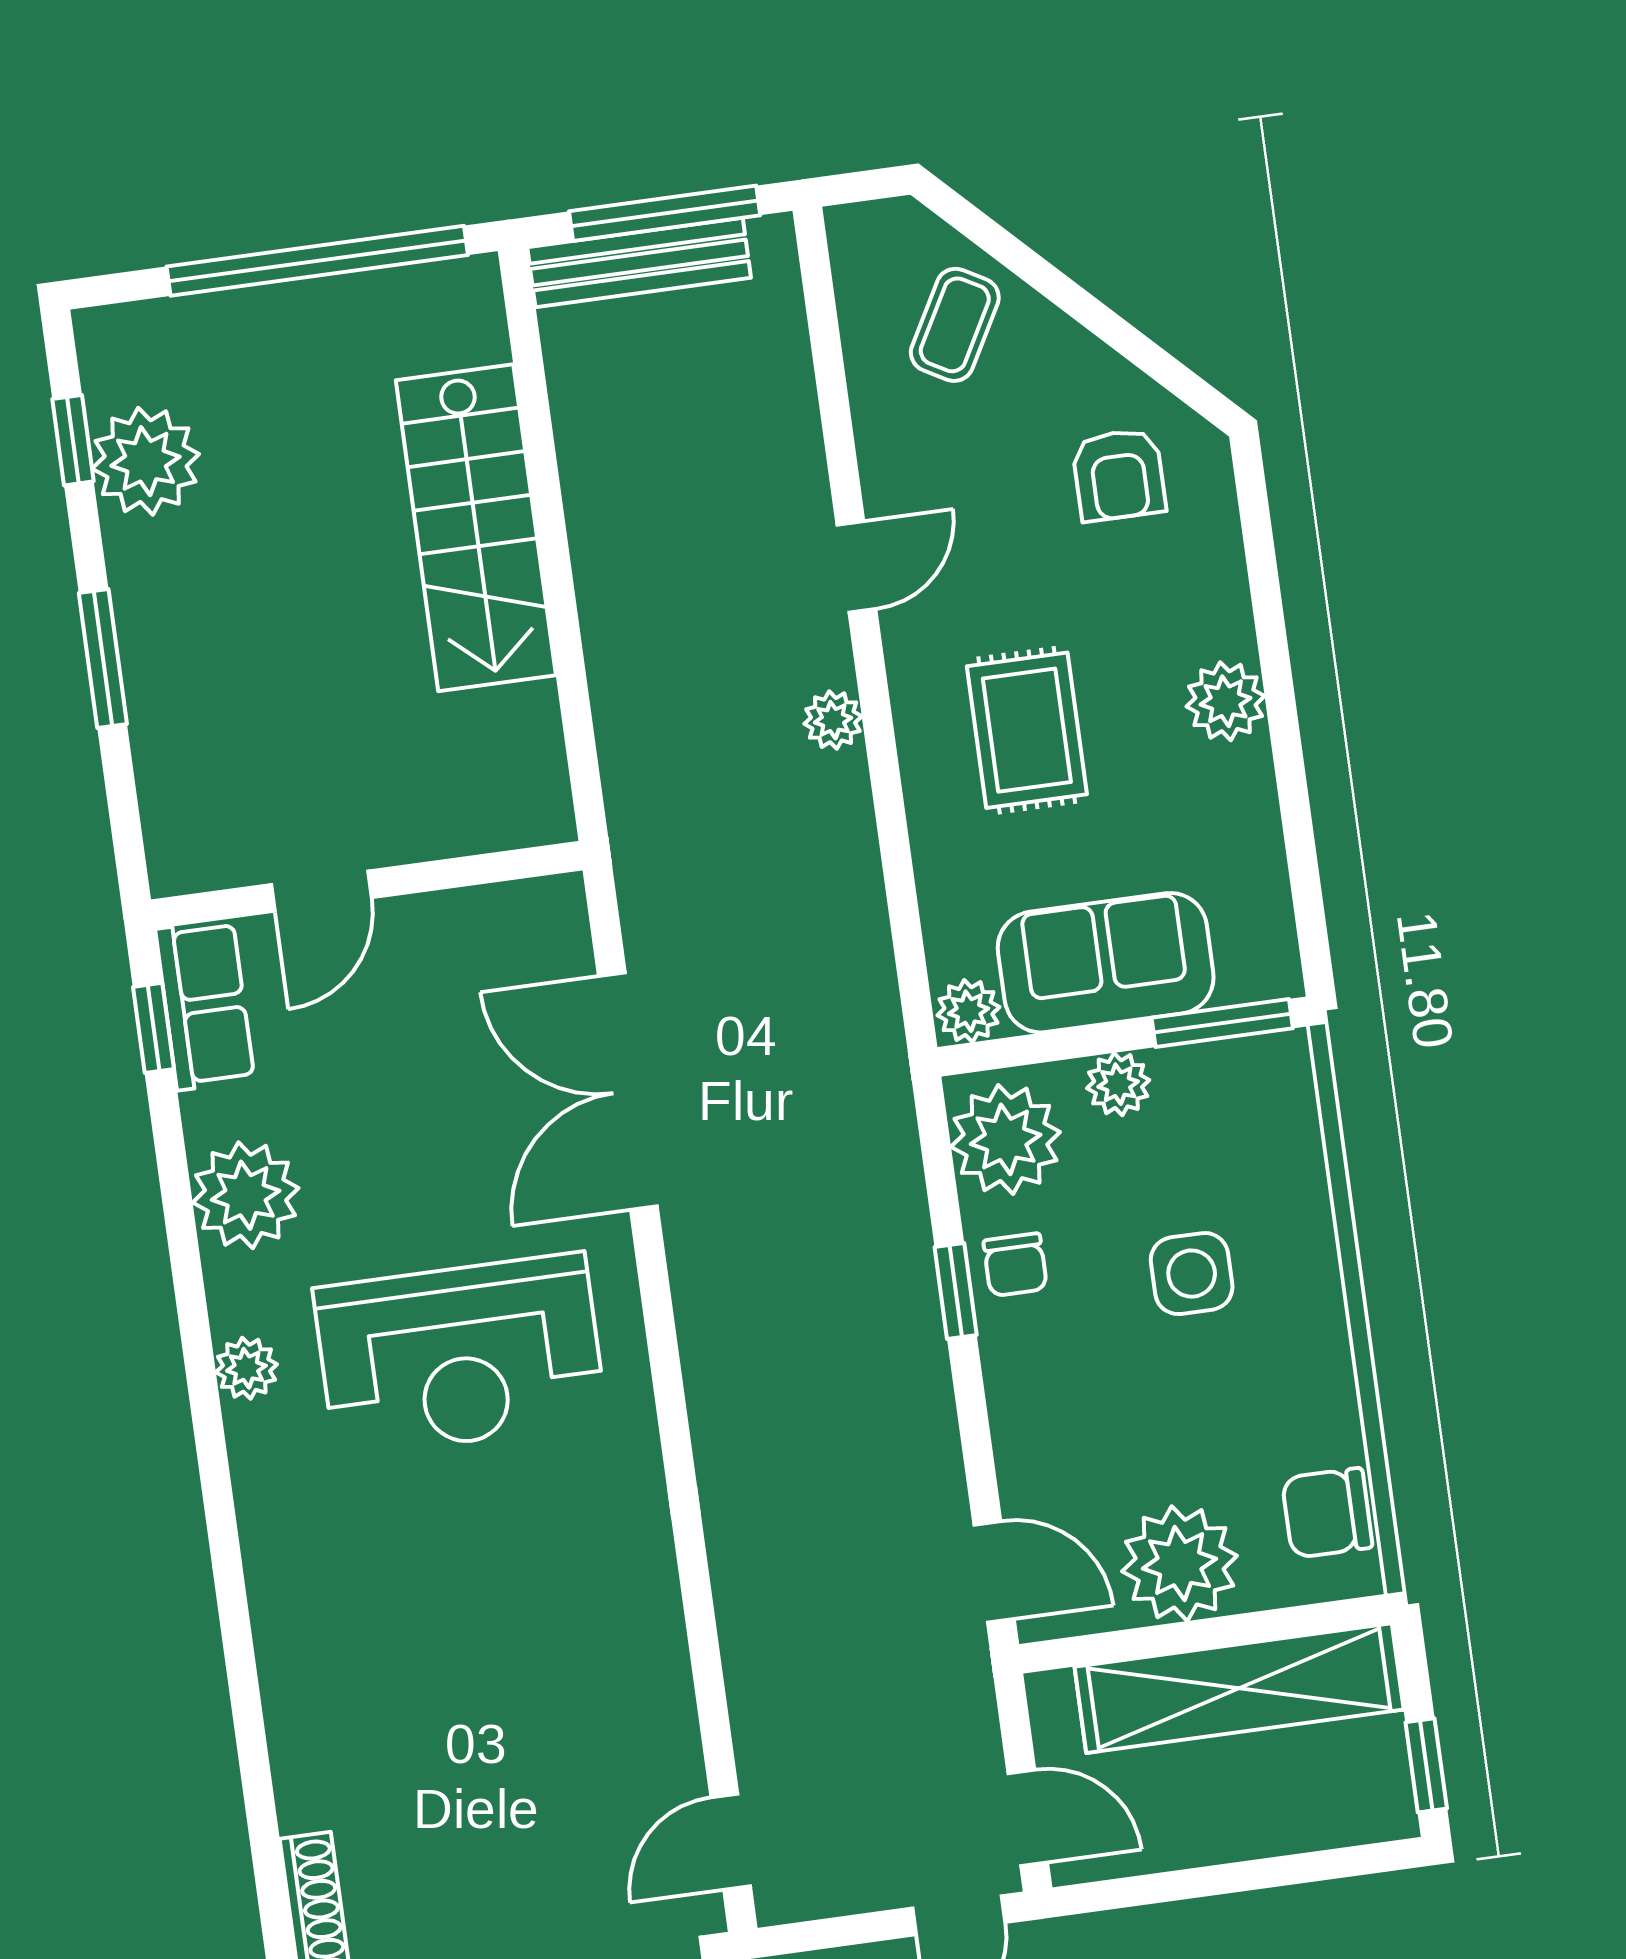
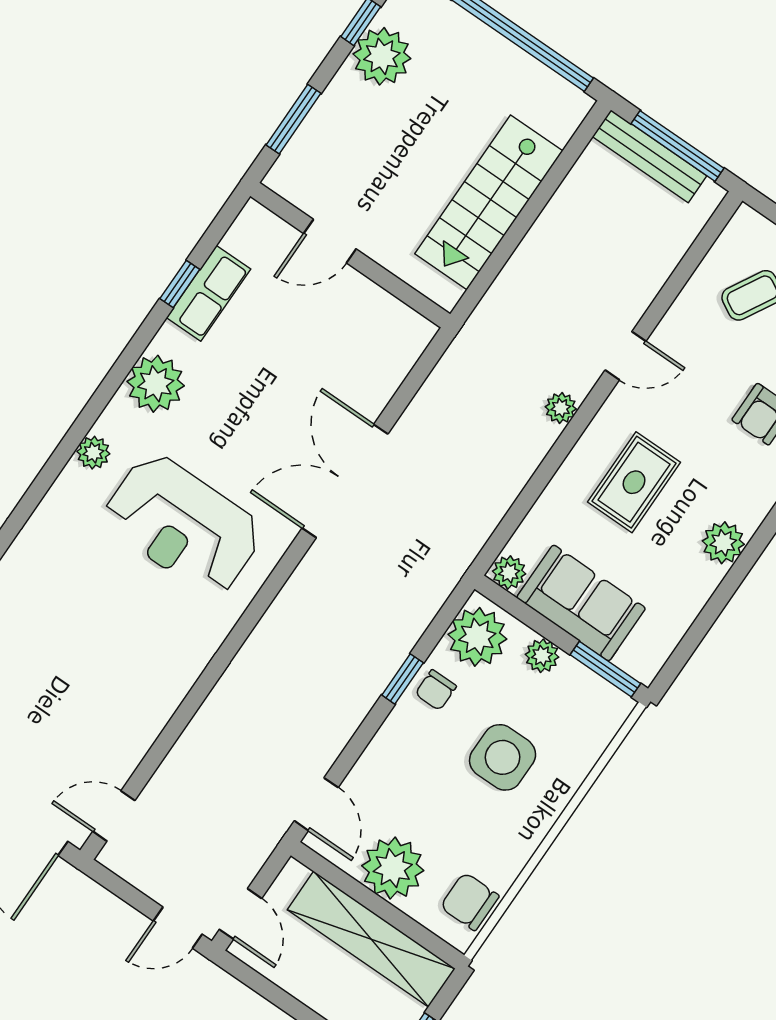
wall: (367, 885) -> (350, 255), moved
door: (321, 891) -> (330, 241), moved
side table: (1192, 1274) -> (503, 757), width x1.37, depth x1.37

